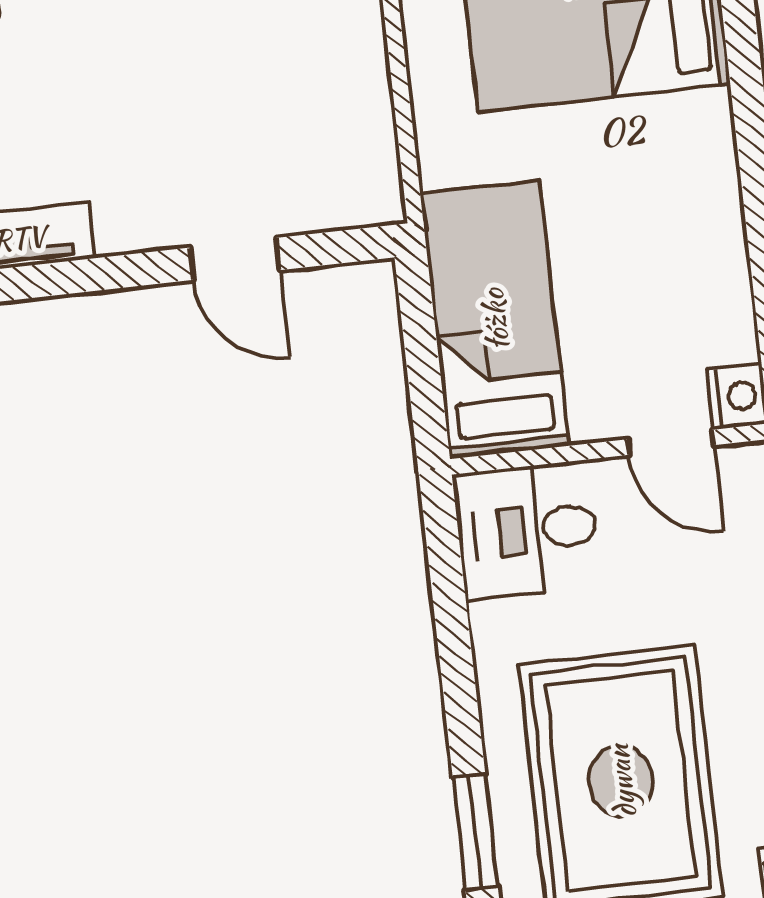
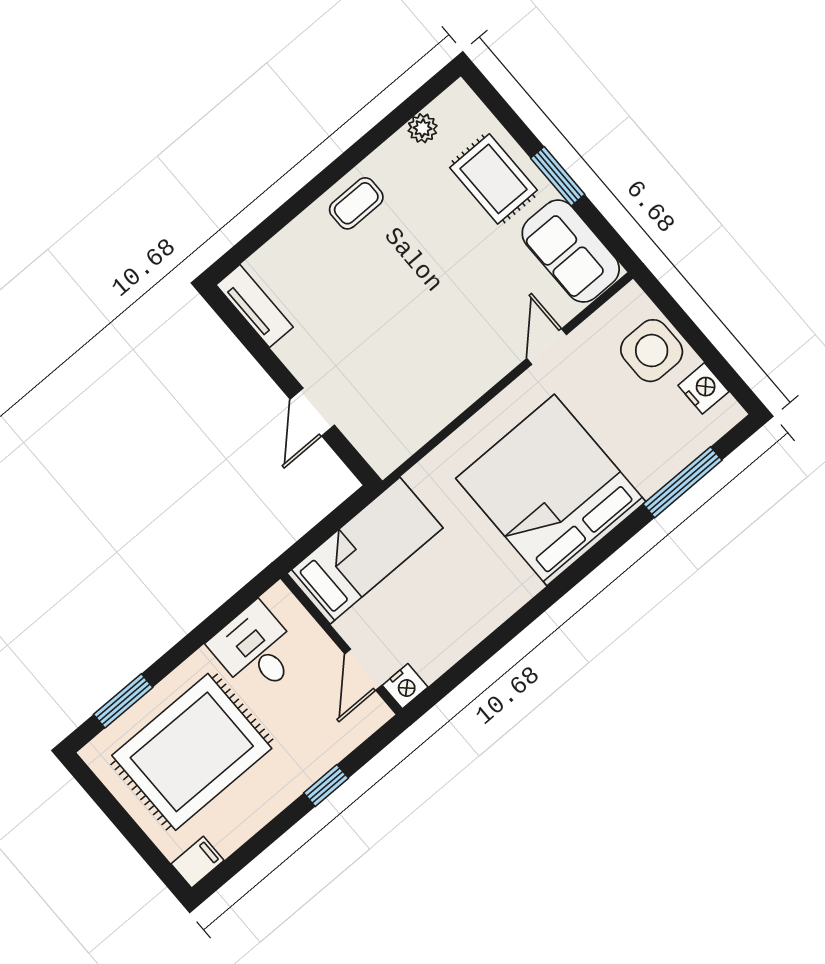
desk: (527, 530) -> (256, 650), moved

